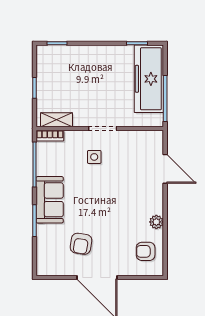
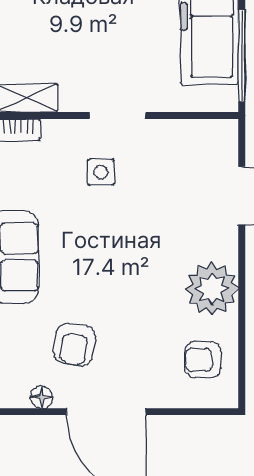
plant: (156, 222) -> (212, 289), width x1.87, depth x1.87
floor lamp: (65, 270) -> (42, 397), added

